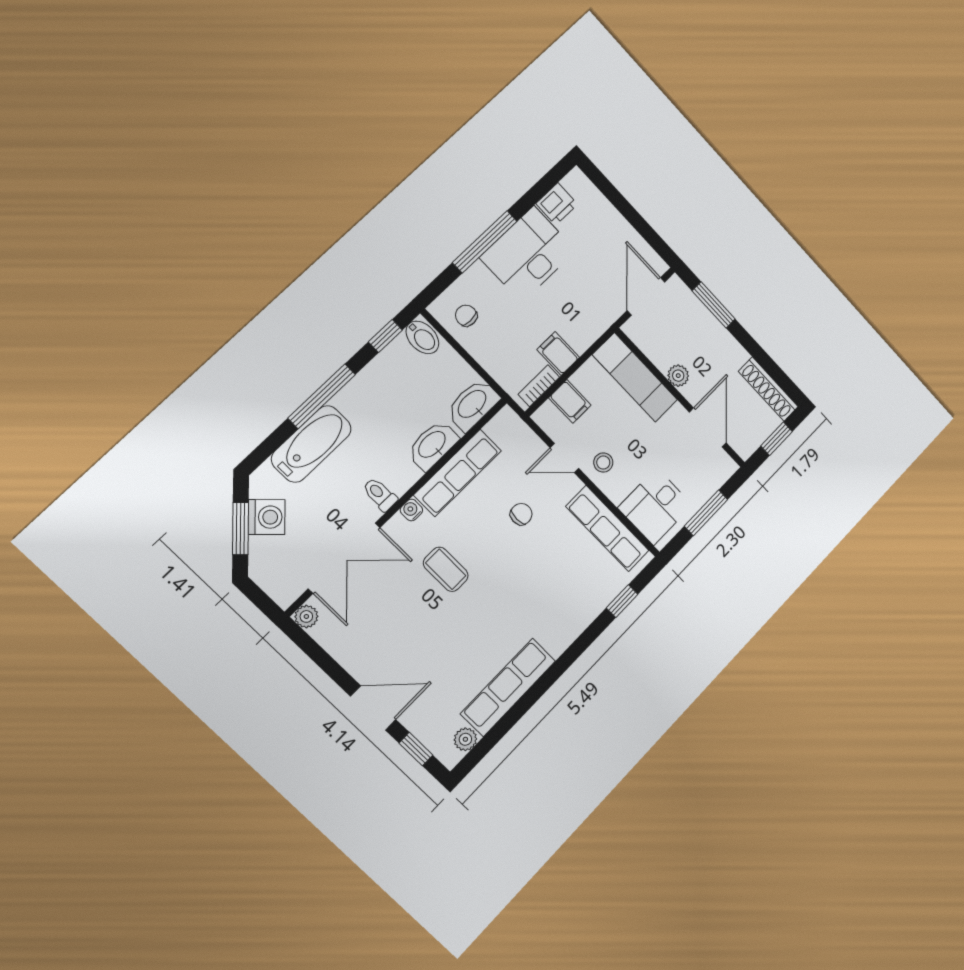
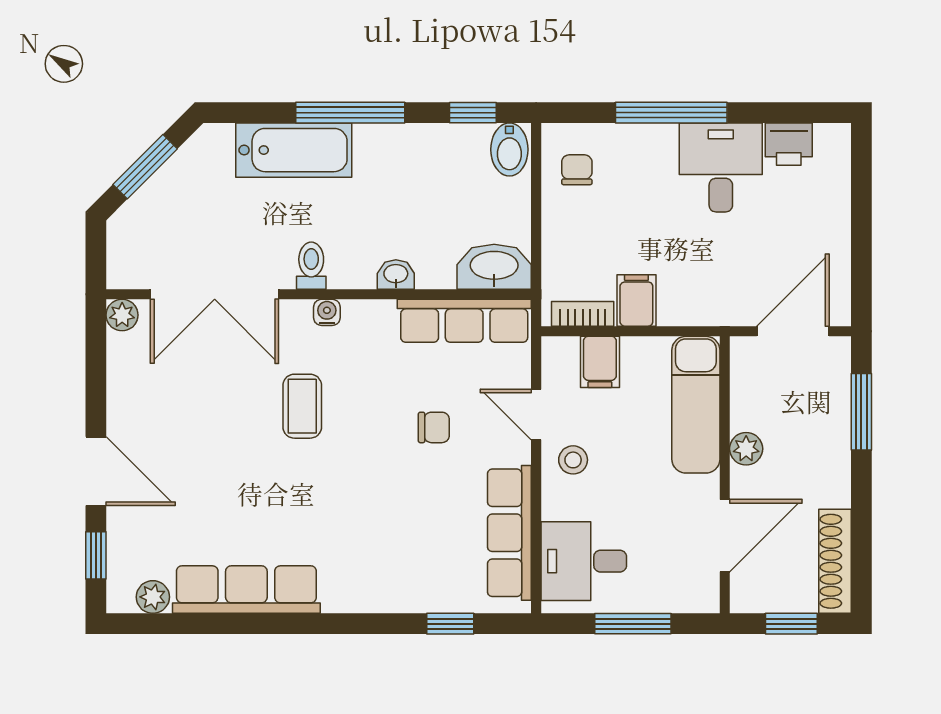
desk: (528, 254) -> (721, 167), width x0.73
washbasin: (433, 445) -> (396, 275), width x0.52, depth x0.69
row of seats: (458, 473) -> (464, 321), moved
washing machine: (267, 517) -> (180, 180), removed

